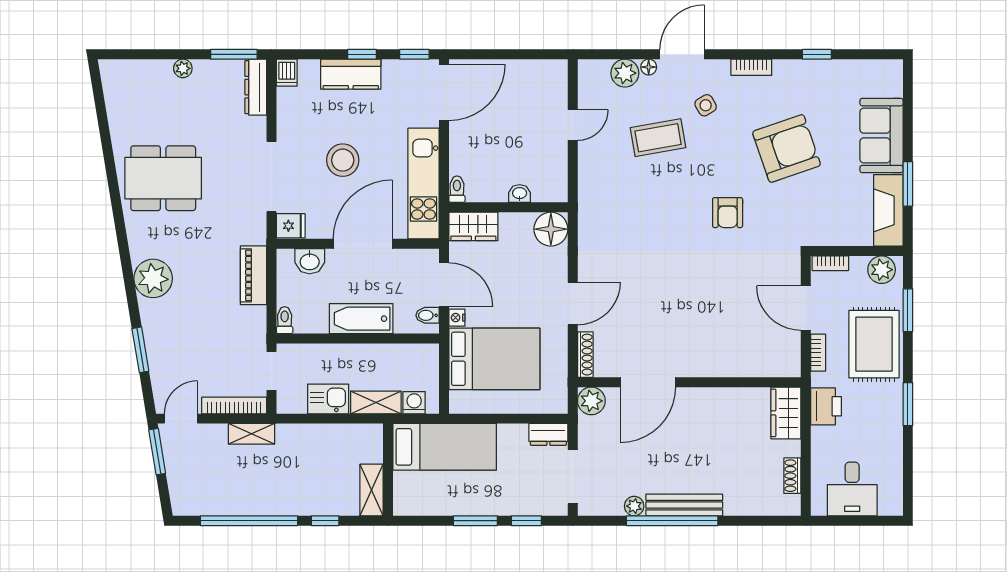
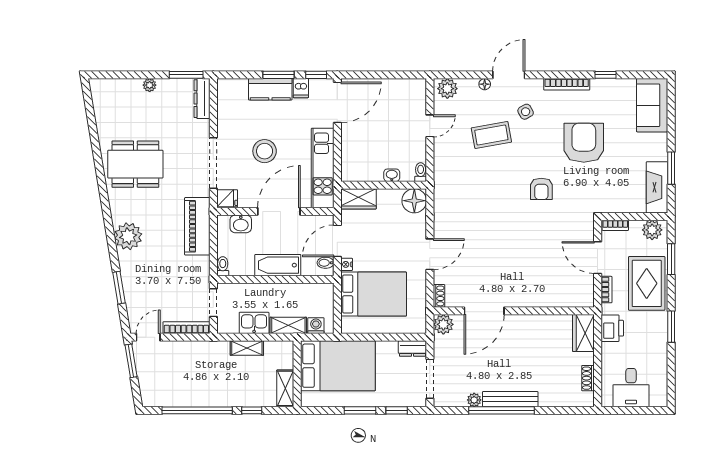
window: (362, 54) -> (278, 75), width x1.50
bookcase: (751, 67) -> (567, 84), width x1.56
dishwasher: (287, 73) -> (301, 88), moved
plant: (625, 73) -> (447, 89), moved
sofa: (881, 136) -> (652, 105), moved
armchair: (787, 148) -> (584, 143), turned -71
toilet: (457, 189) -> (421, 172), moved
piano: (253, 275) -> (197, 226), width x1.37, depth x1.33
door: (444, 285) -> (337, 241), swing flipped
shoe rack: (585, 355) -> (439, 296), width x0.70
shelving: (252, 434) -> (247, 348), moved
bed: (445, 447) -> (338, 366), width x1.50

